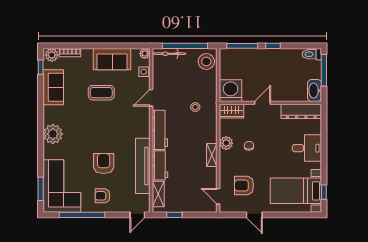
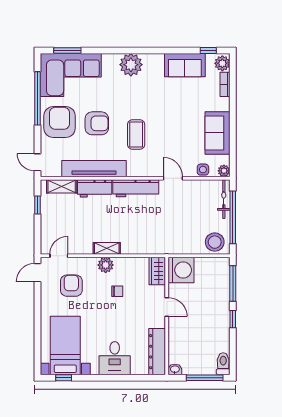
washbasin: (314, 91) -> (175, 369), width x0.52, depth x0.69
coffee table: (101, 93) -> (136, 134), moved
stool: (195, 107) -> (162, 229), removed
plant: (226, 143) -> (106, 265), moved
armchair: (103, 196) -> (60, 122), width x1.88, depth x1.88
door: (254, 215) -> (38, 273), moved

